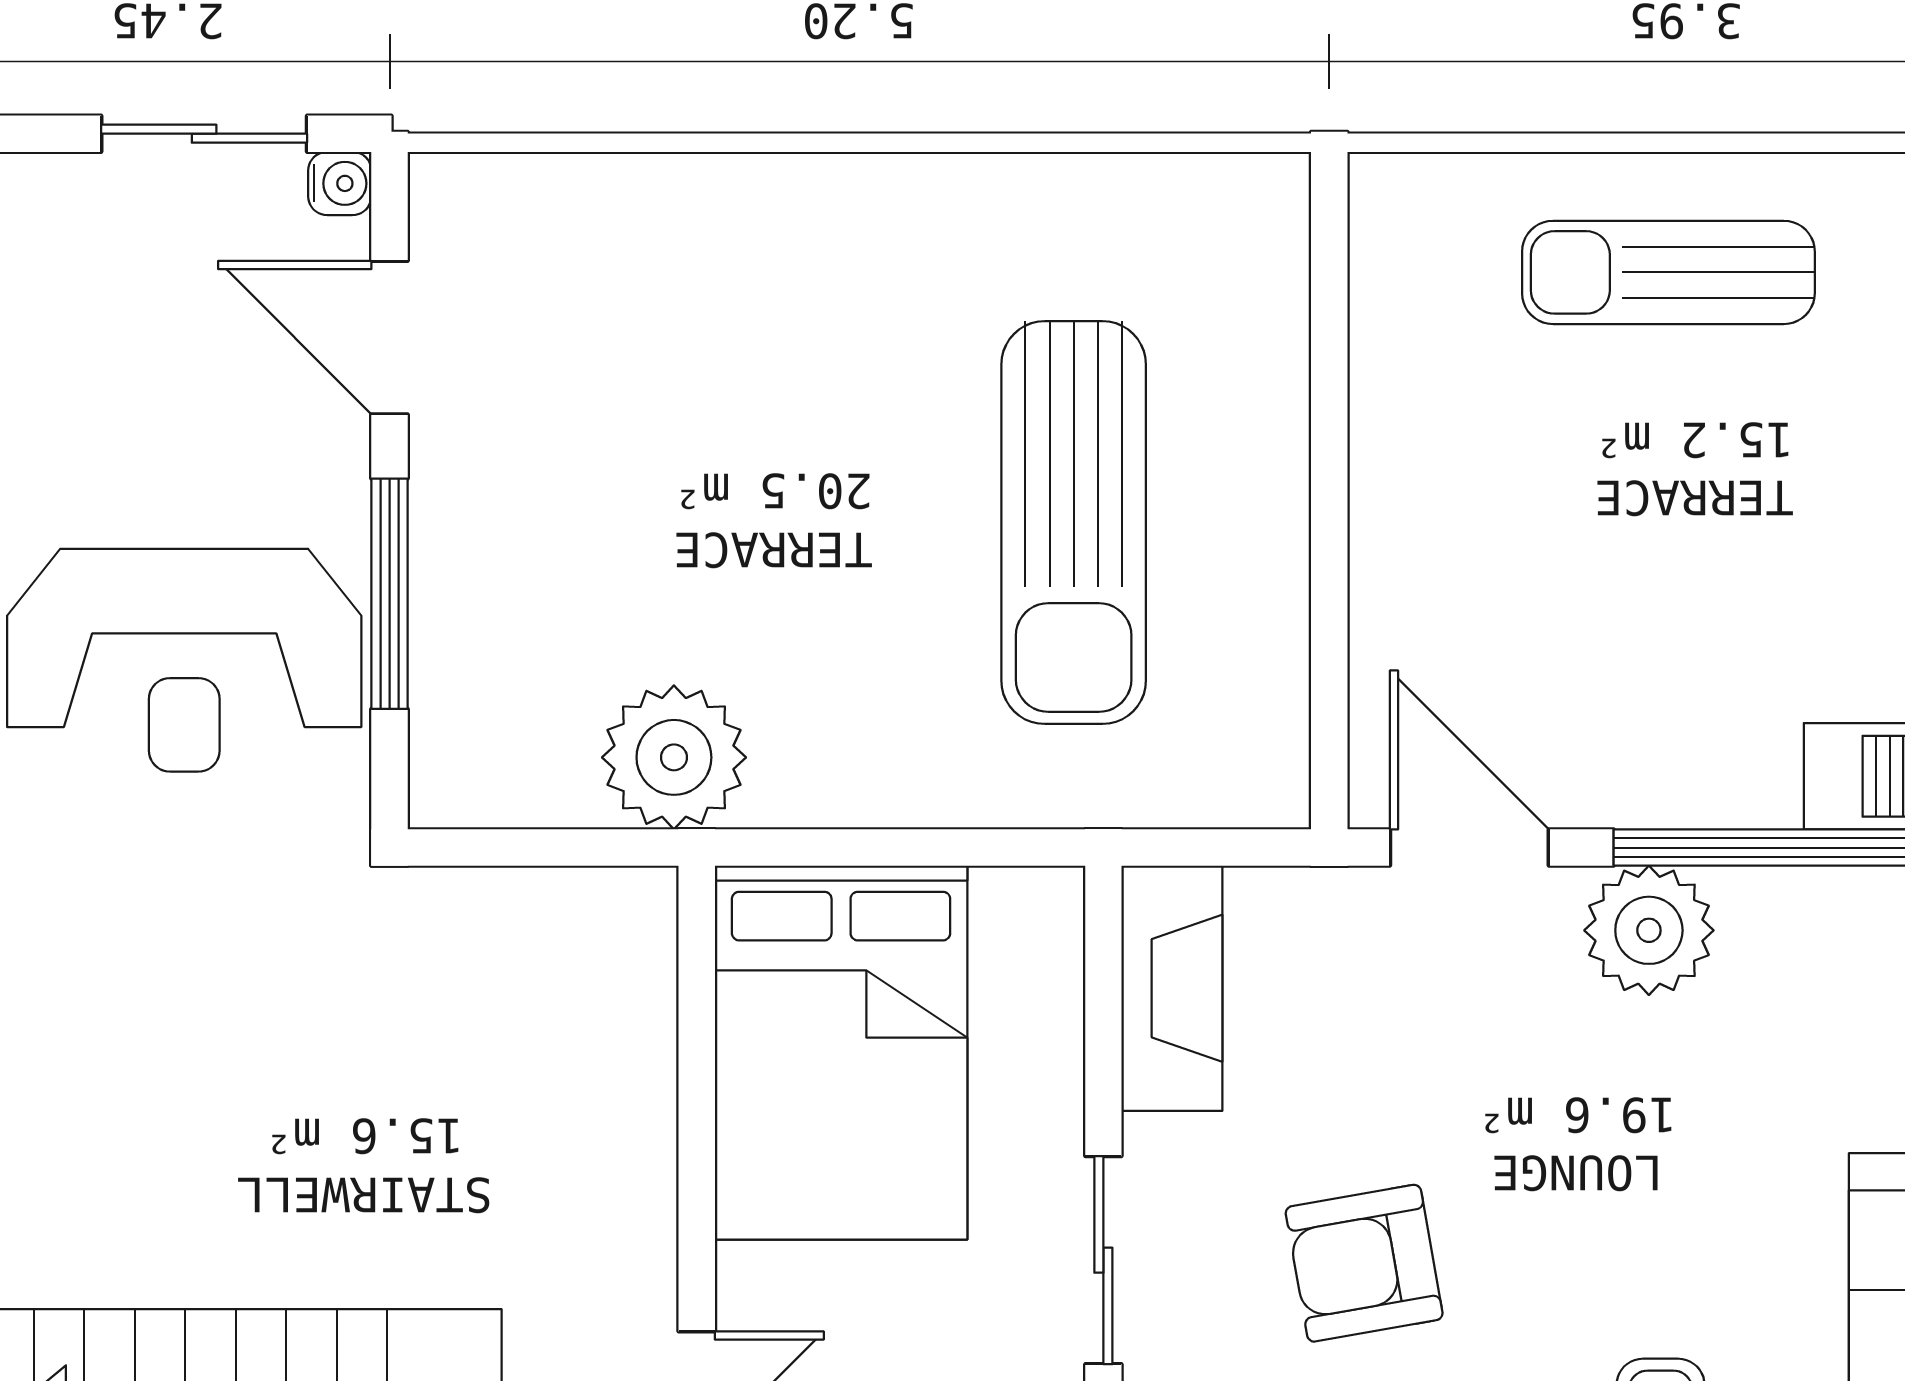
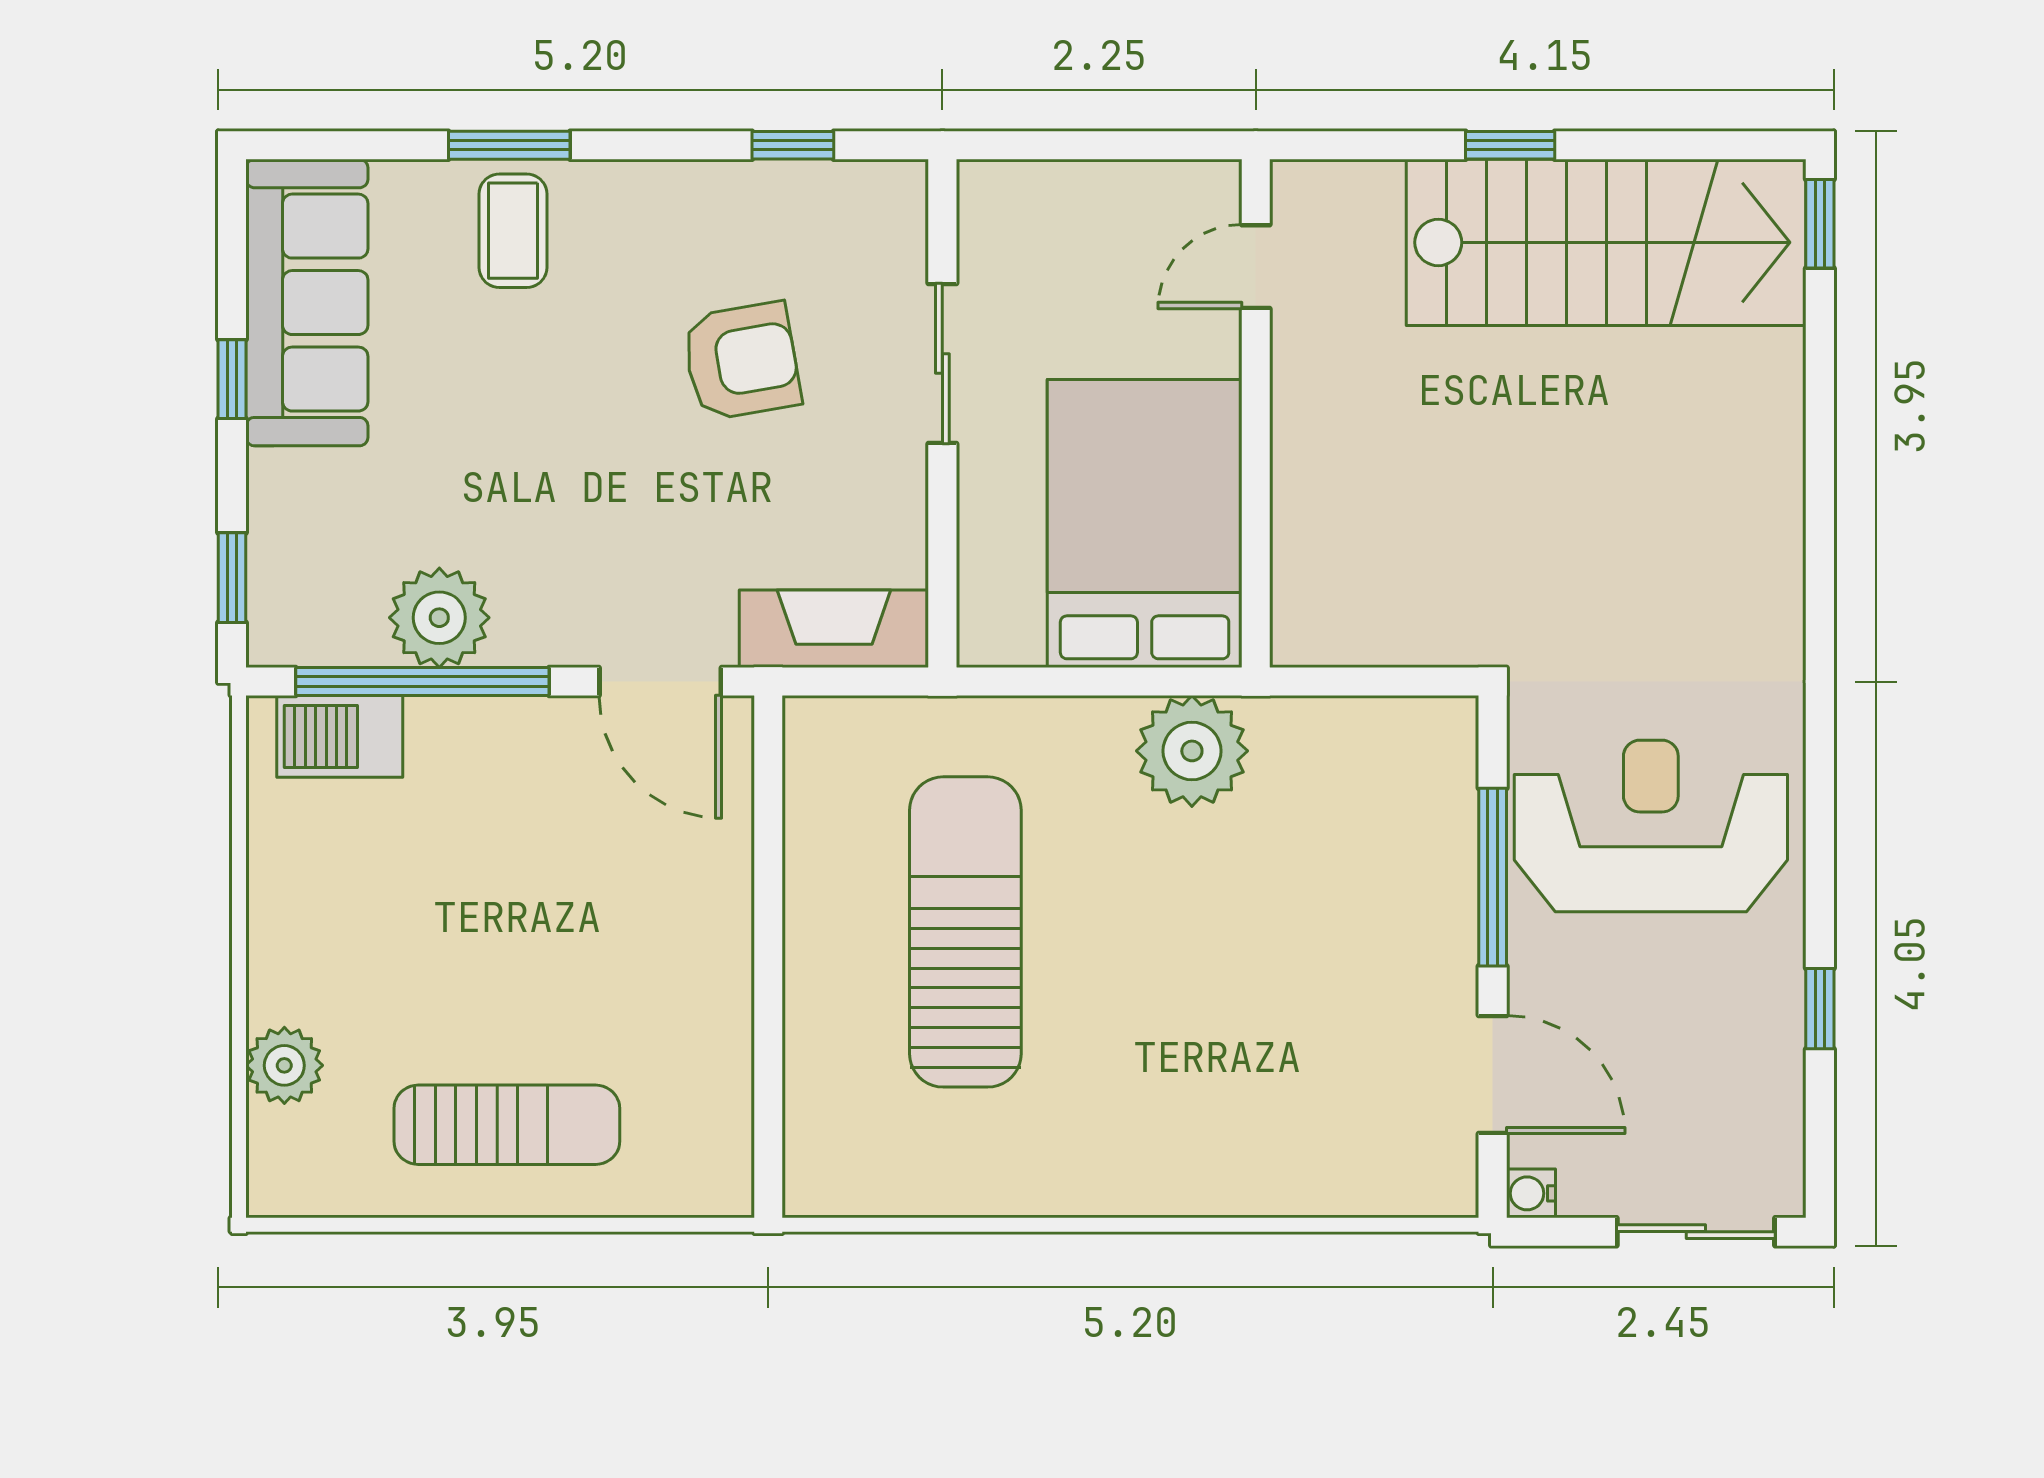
sliding door: (204, 134) -> (1696, 1232), moved
plant: (674, 757) -> (1192, 751), moved
plant: (1649, 930) -> (439, 618), moved
fireplace: (1172, 988) -> (834, 629), moved, turned 90

